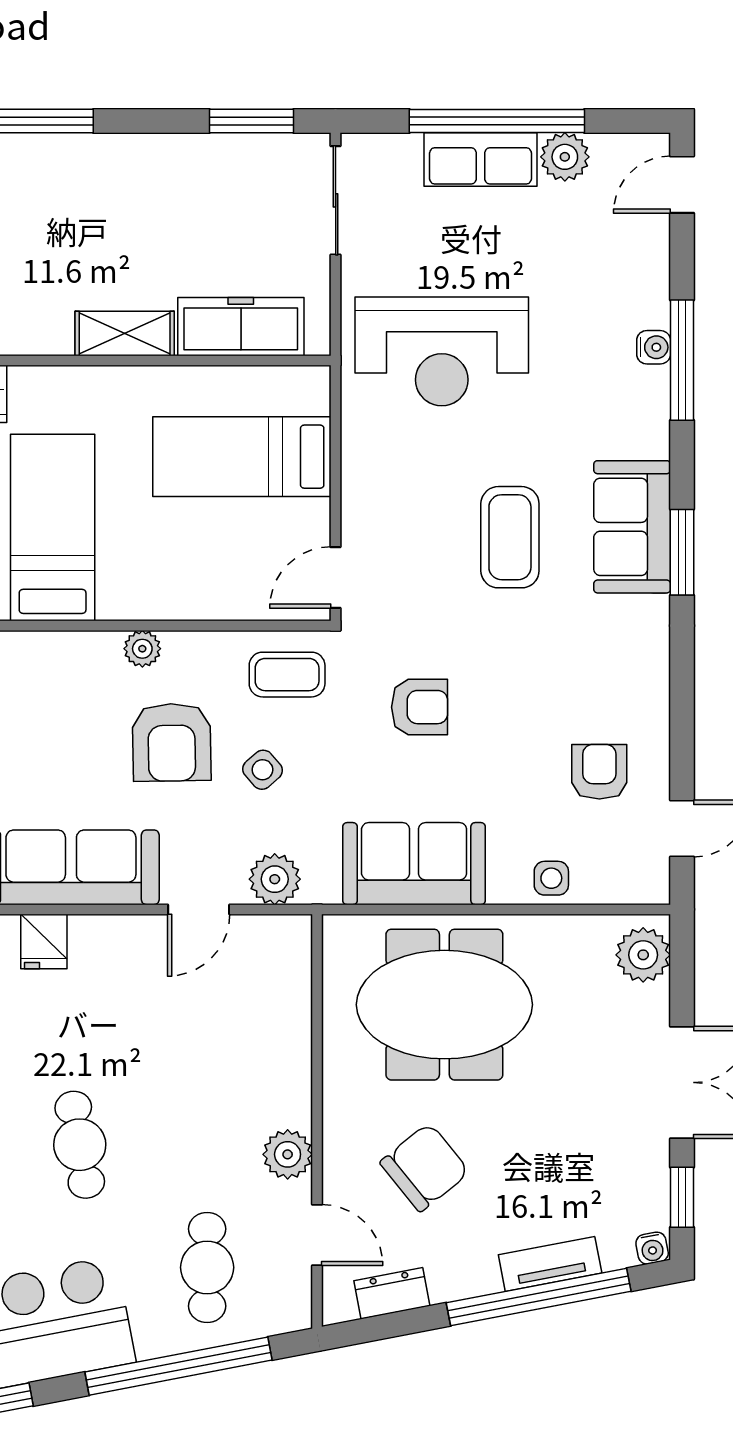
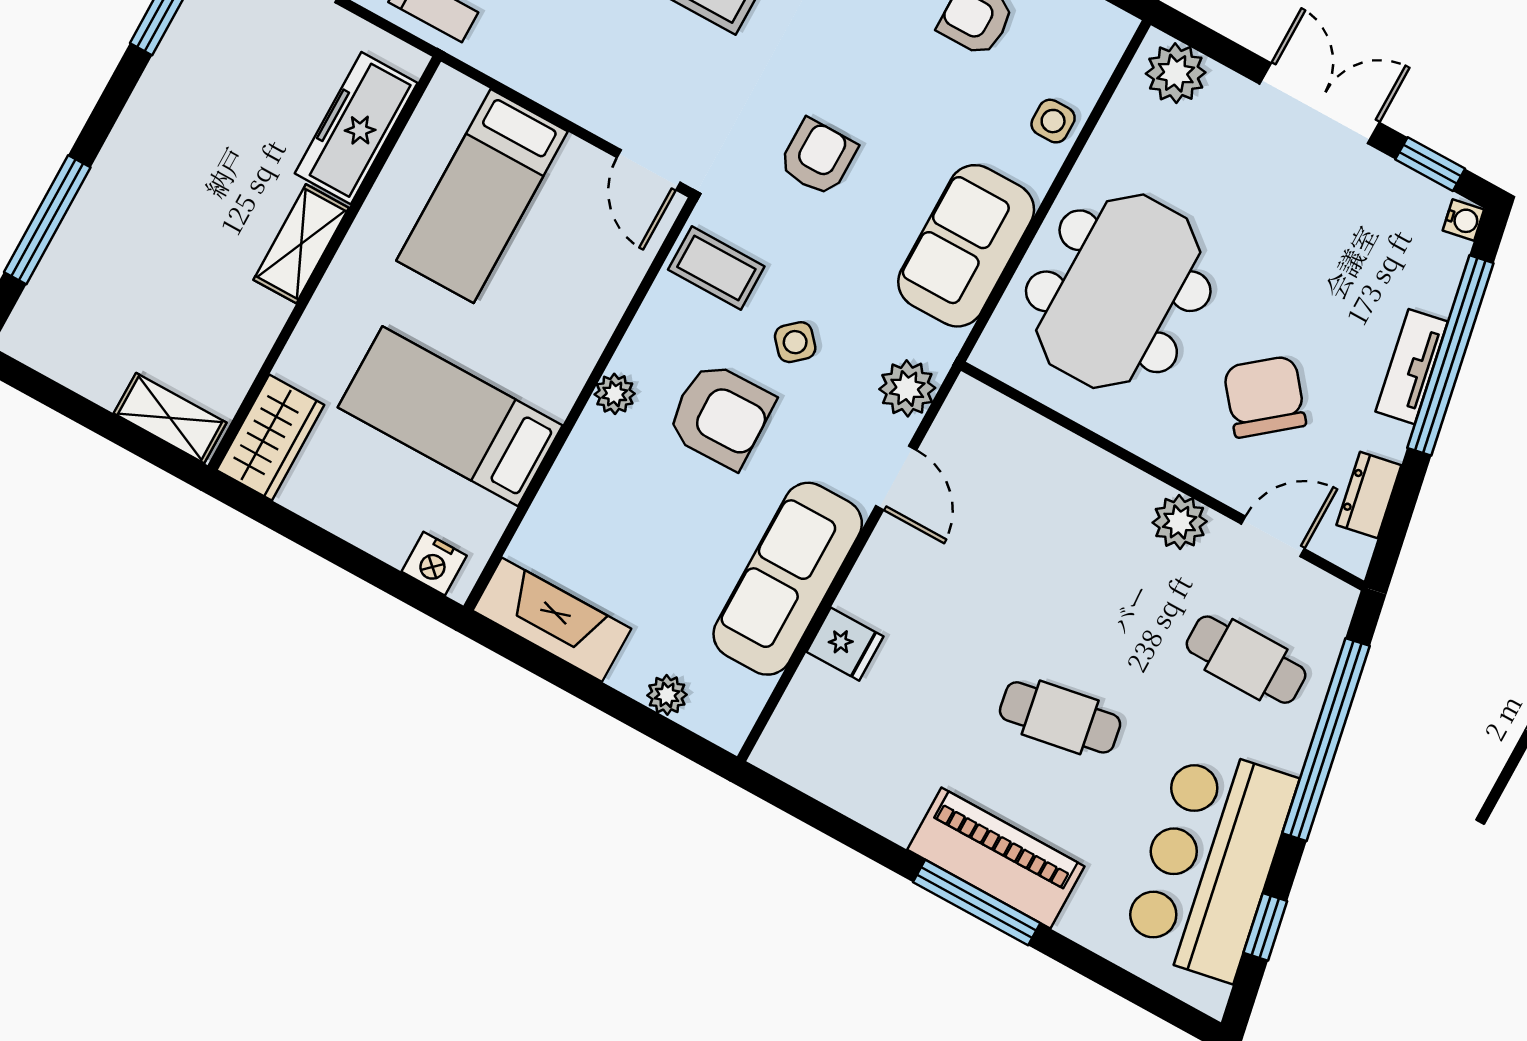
coffee table: (287, 675) -> (716, 268), turned 90
tv unit: (550, 1264) -> (1412, 367), moved

